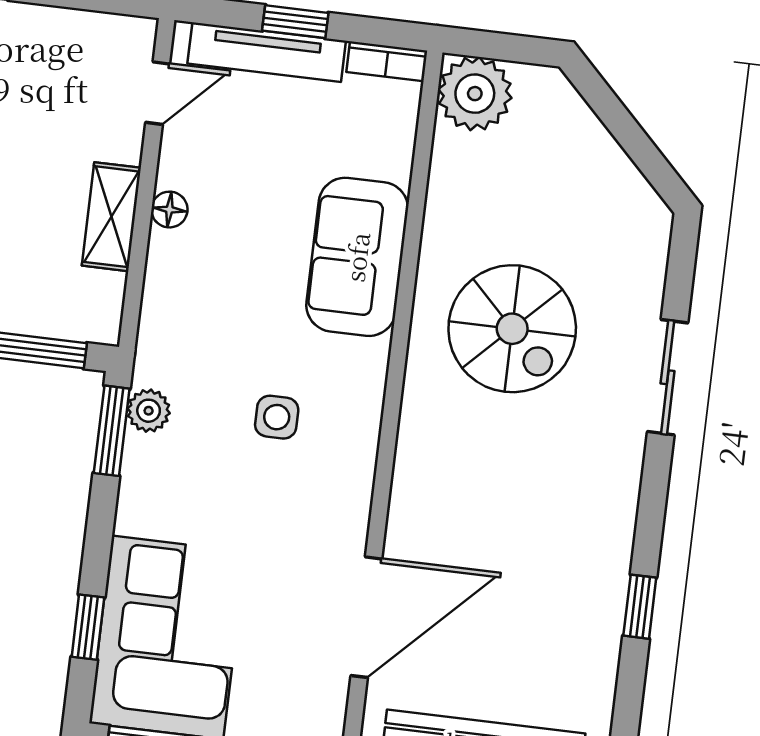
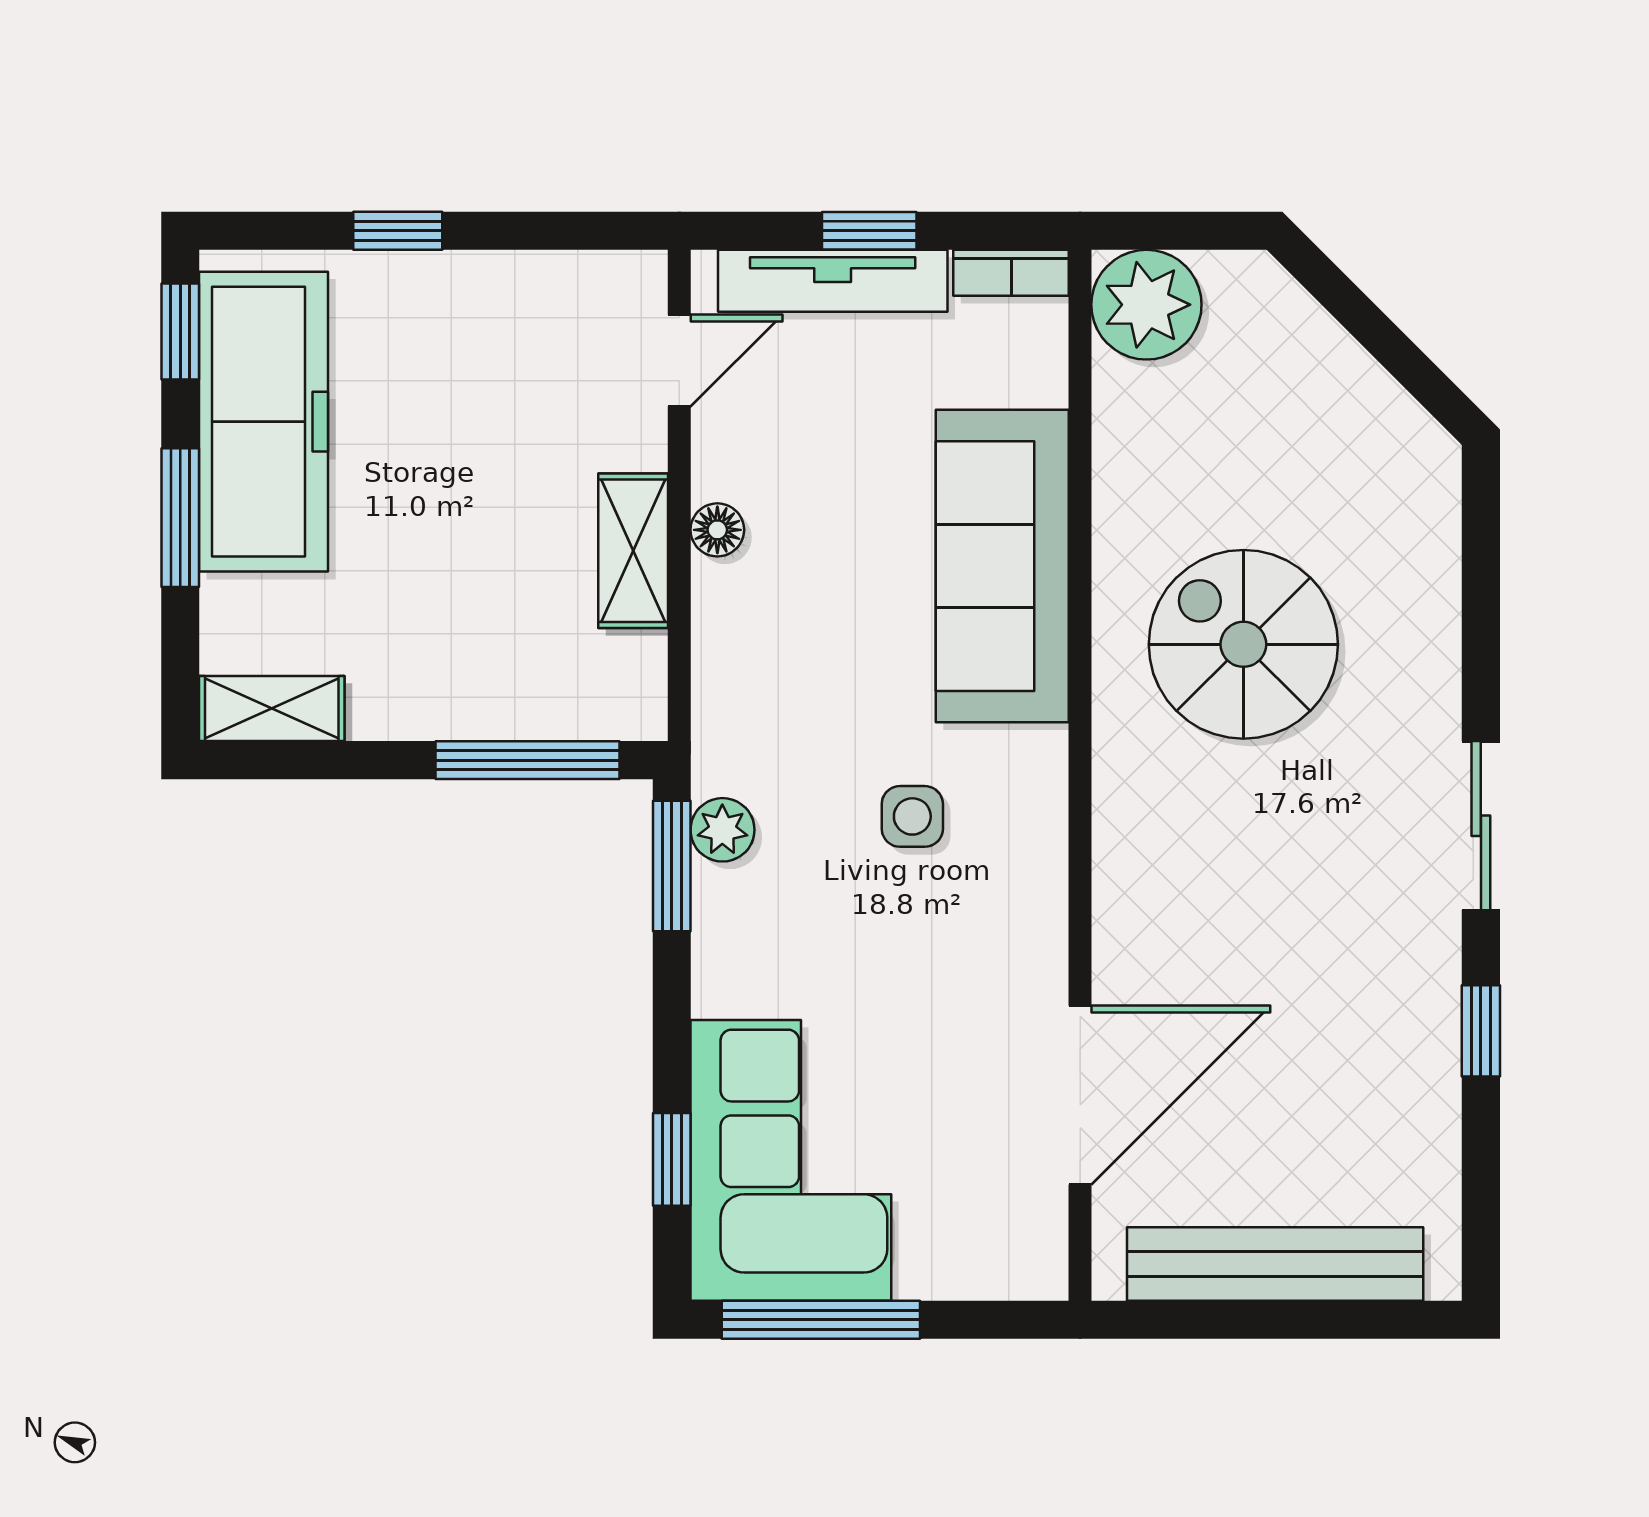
sofa: (357, 257) -> (1002, 566), width x1.36
spiral stairs: (512, 329) -> (1243, 644), turned 180
sliding door: (668, 377) -> (1481, 826), moved

